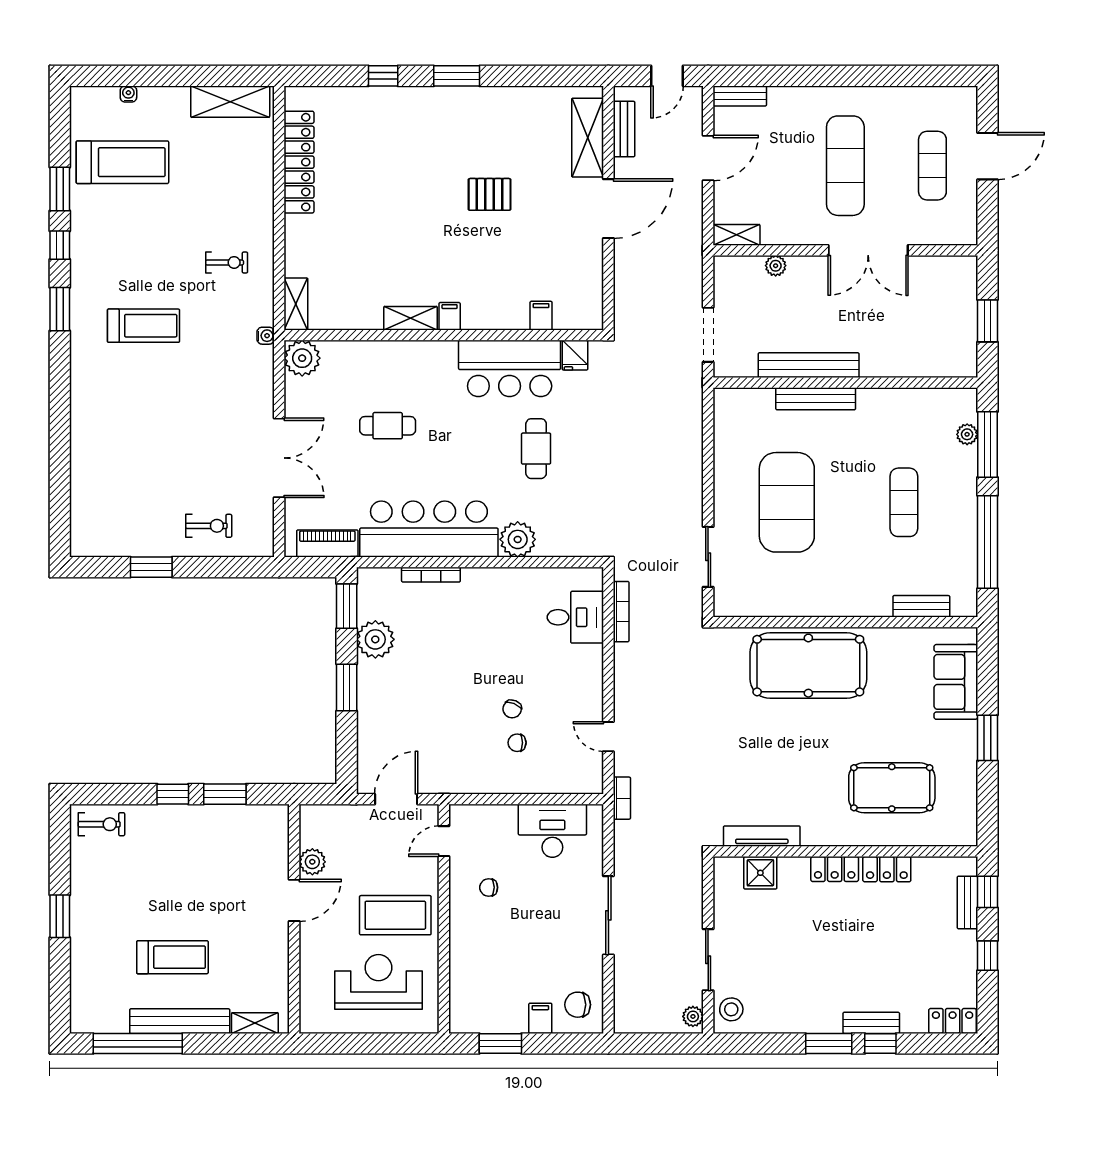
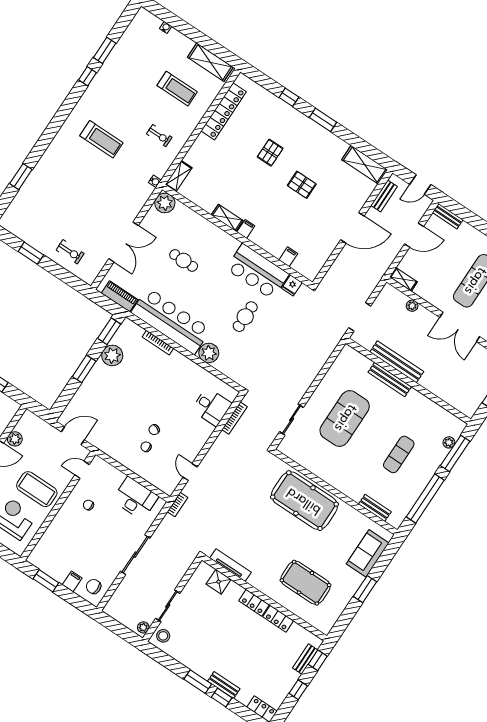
shelving: (588, 138) -> (365, 165), moved, turned 90
treadmill: (122, 162) -> (177, 89), moved, width x0.73, depth x0.73
pallet: (410, 178) -> (270, 153), added
window: (60, 309) -> (21, 177), moved

